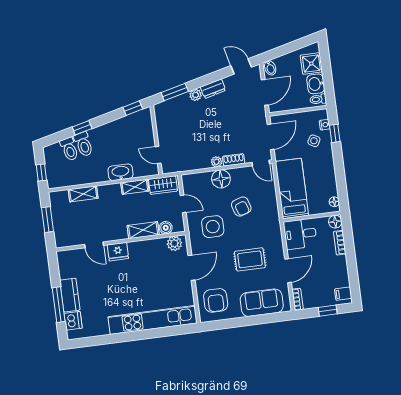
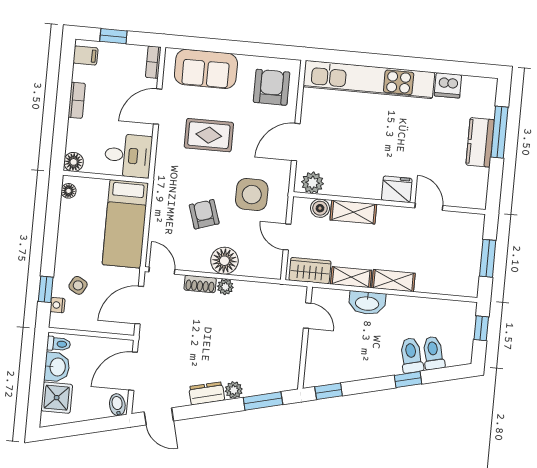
shelving: (83, 194) -> (393, 281), moved
bookcase: (340, 243) -> (77, 100), moved
dishwasher: (73, 321) -> (448, 85), moved, turned -90

